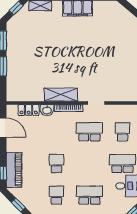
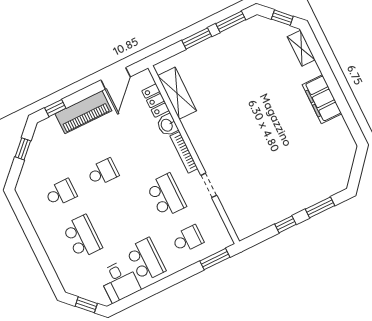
shelving: (61, 95) -> (177, 93), moved
piano: (14, 170) -> (83, 112), moved

